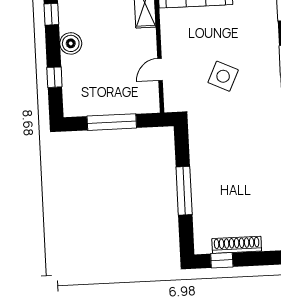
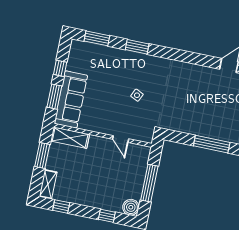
boiler: (71, 43) -> (131, 207), moved
side table: (223, 76) -> (137, 95), width x0.54, depth x0.54

